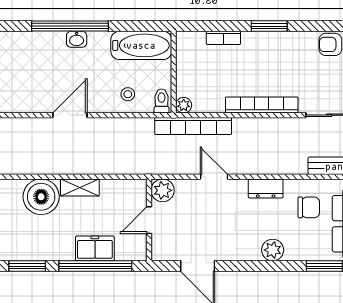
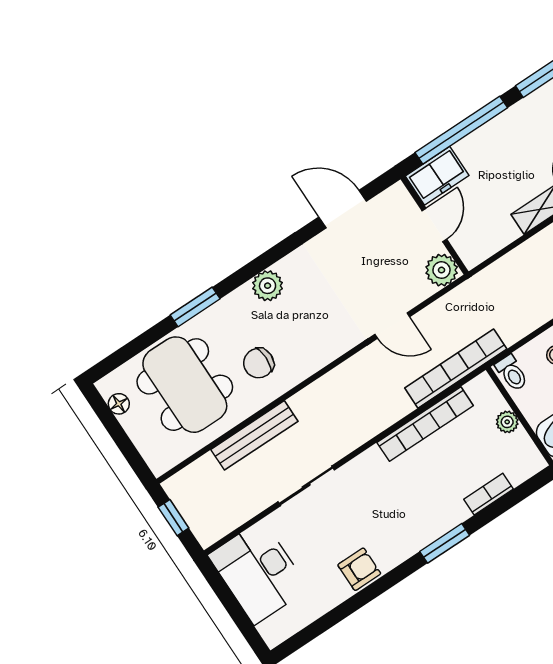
plant: (184, 105) -> (507, 422), moved
bookcase: (262, 105) -> (425, 424), moved
dresser: (266, 188) -> (323, 352), removed
freezer: (95, 248) -> (437, 176), moved

